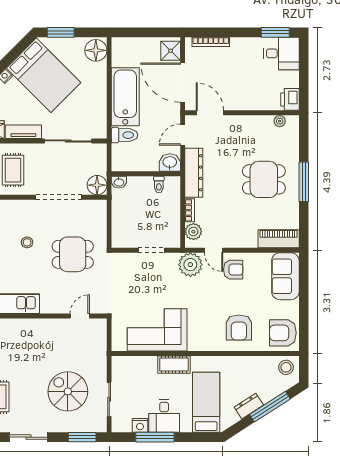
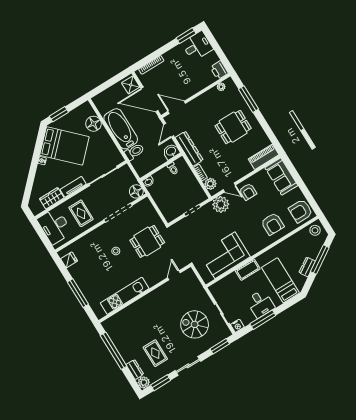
floor lamp: (96, 50) -> (94, 124), moved
window: (304, 182) -> (248, 99), moved
armchair: (233, 270) -> (248, 192), turned 90
nightstand: (140, 425) -> (237, 326), moved

